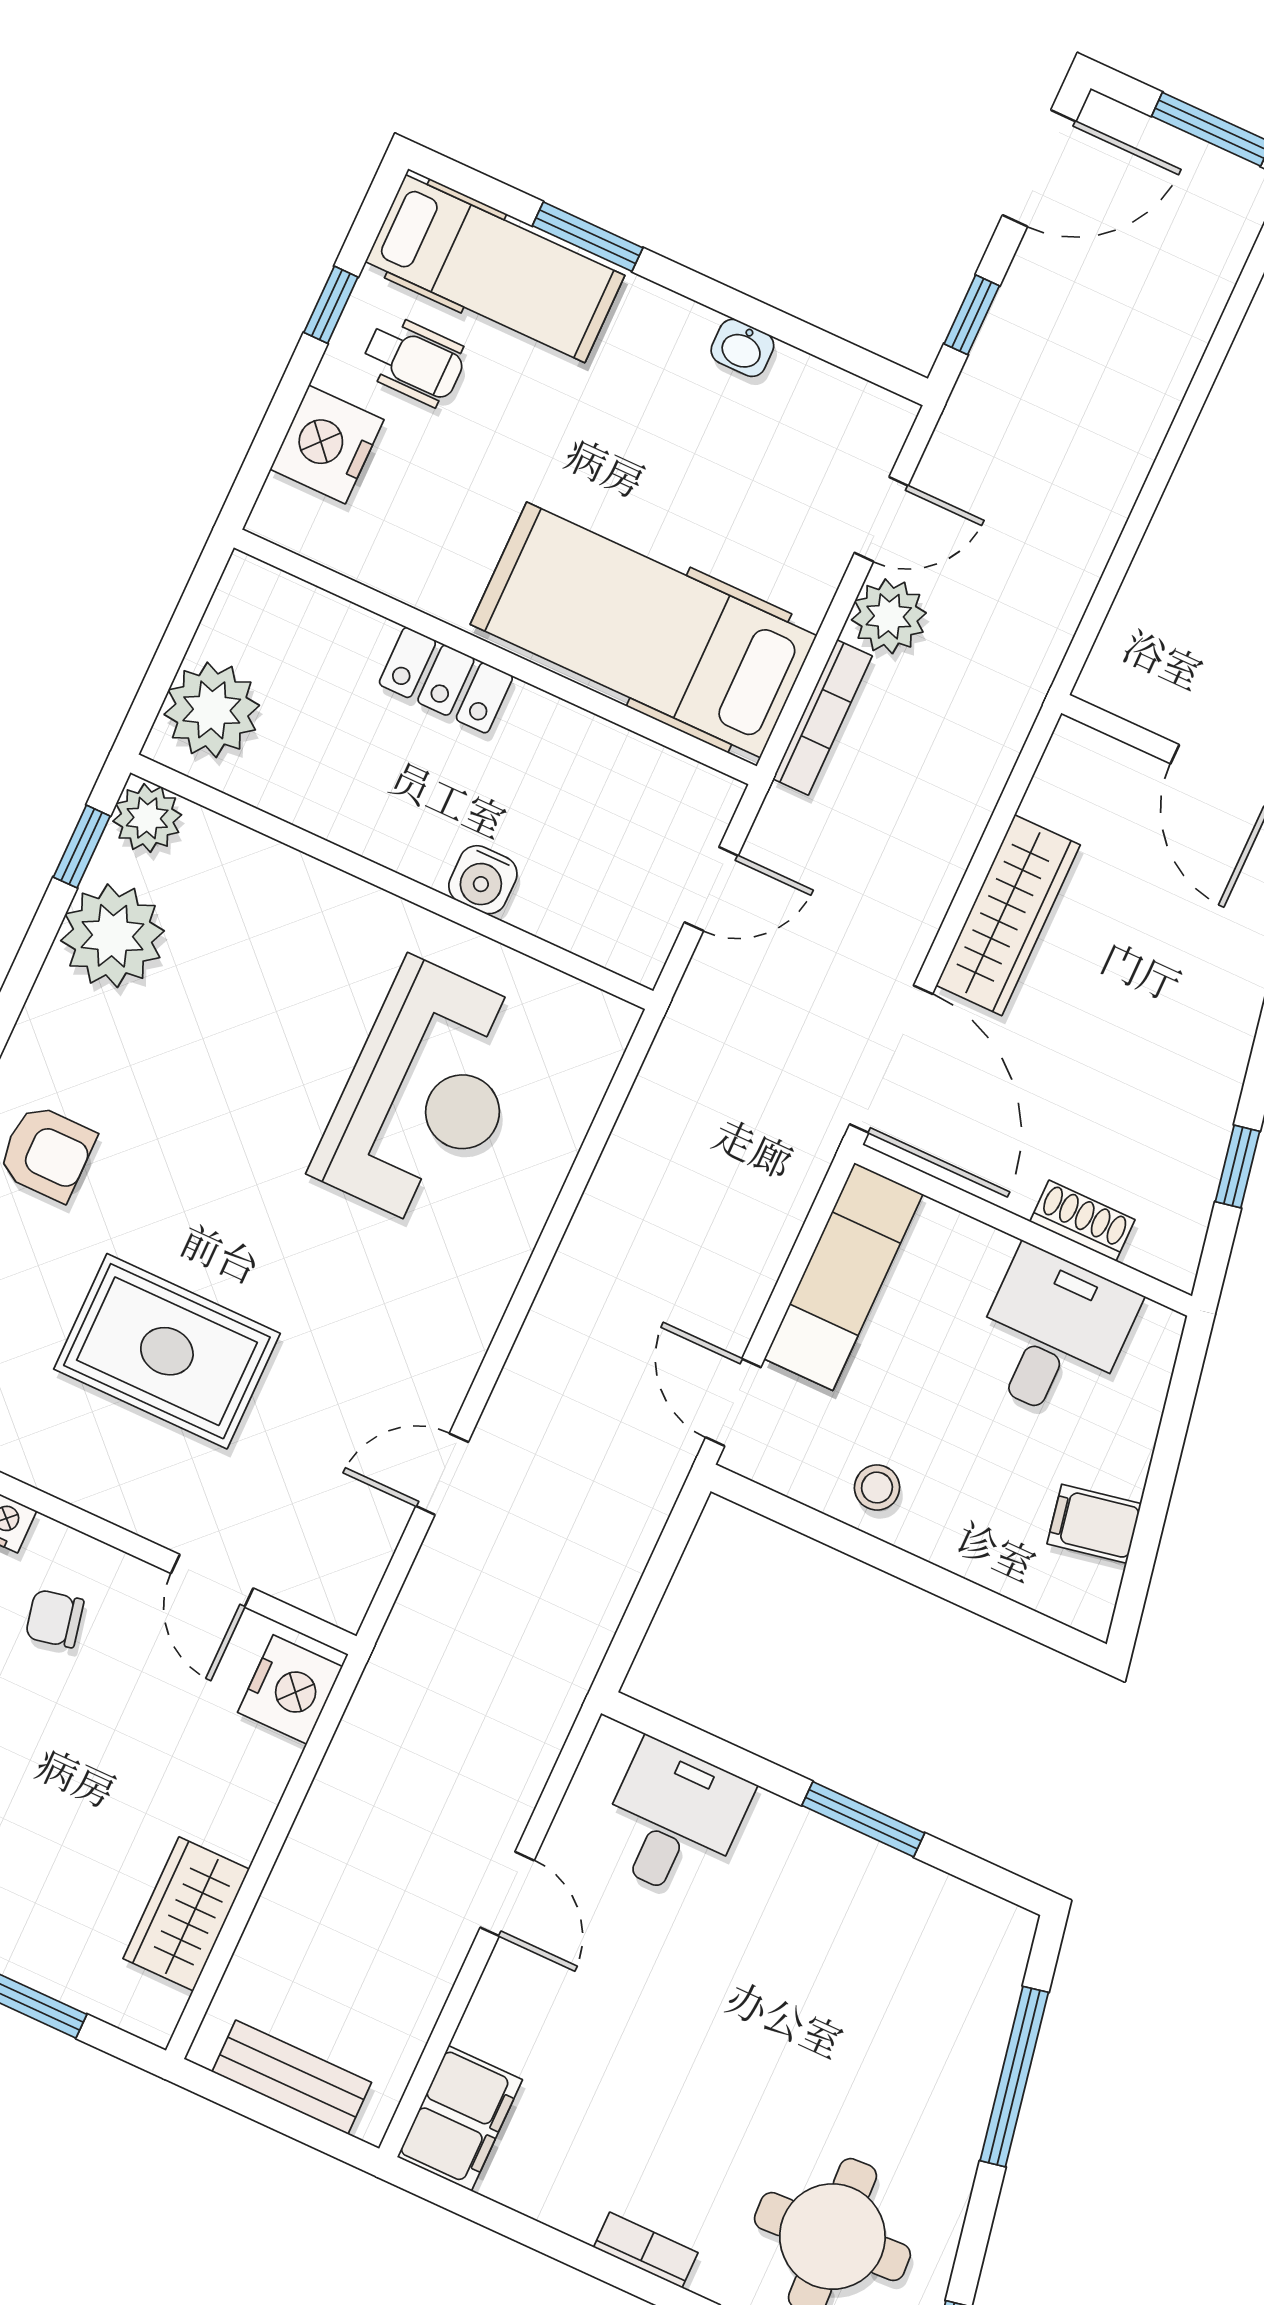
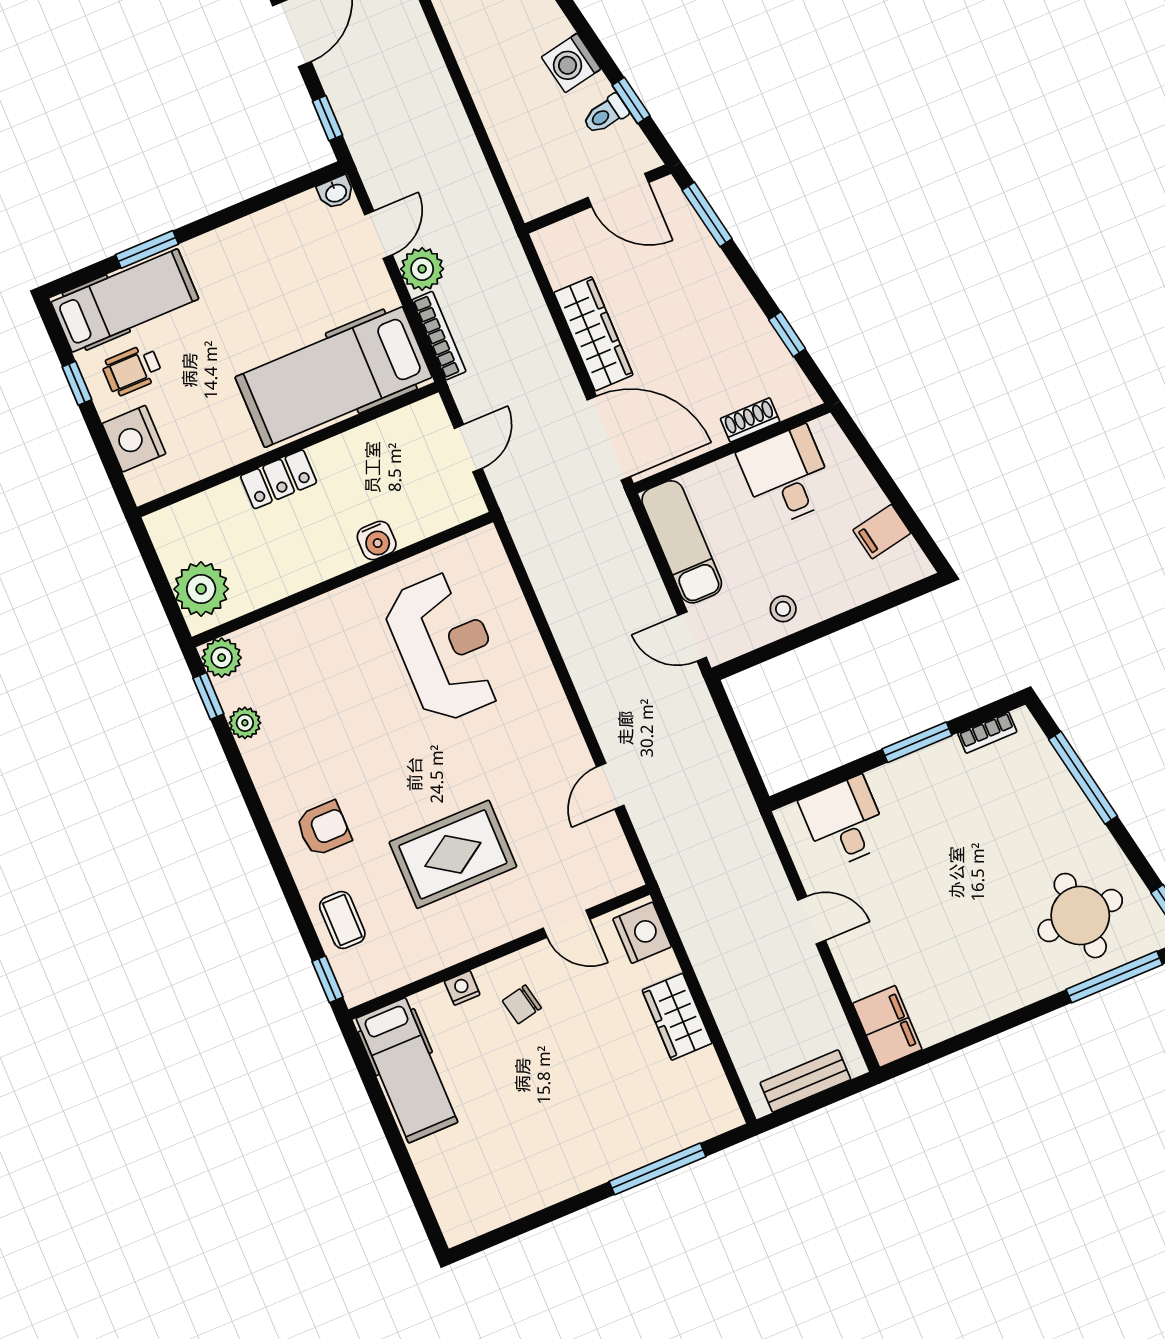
washbasin: (742, 348) -> (336, 192), moved
wheelchair: (414, 361) -> (132, 370), turned 180
plant: (112, 936) -> (245, 723), width x0.53, depth x0.53
wardrobe: (186, 1914) -> (677, 1017), moved
bookcase: (646, 2250) -> (987, 733), moved, turned 180

